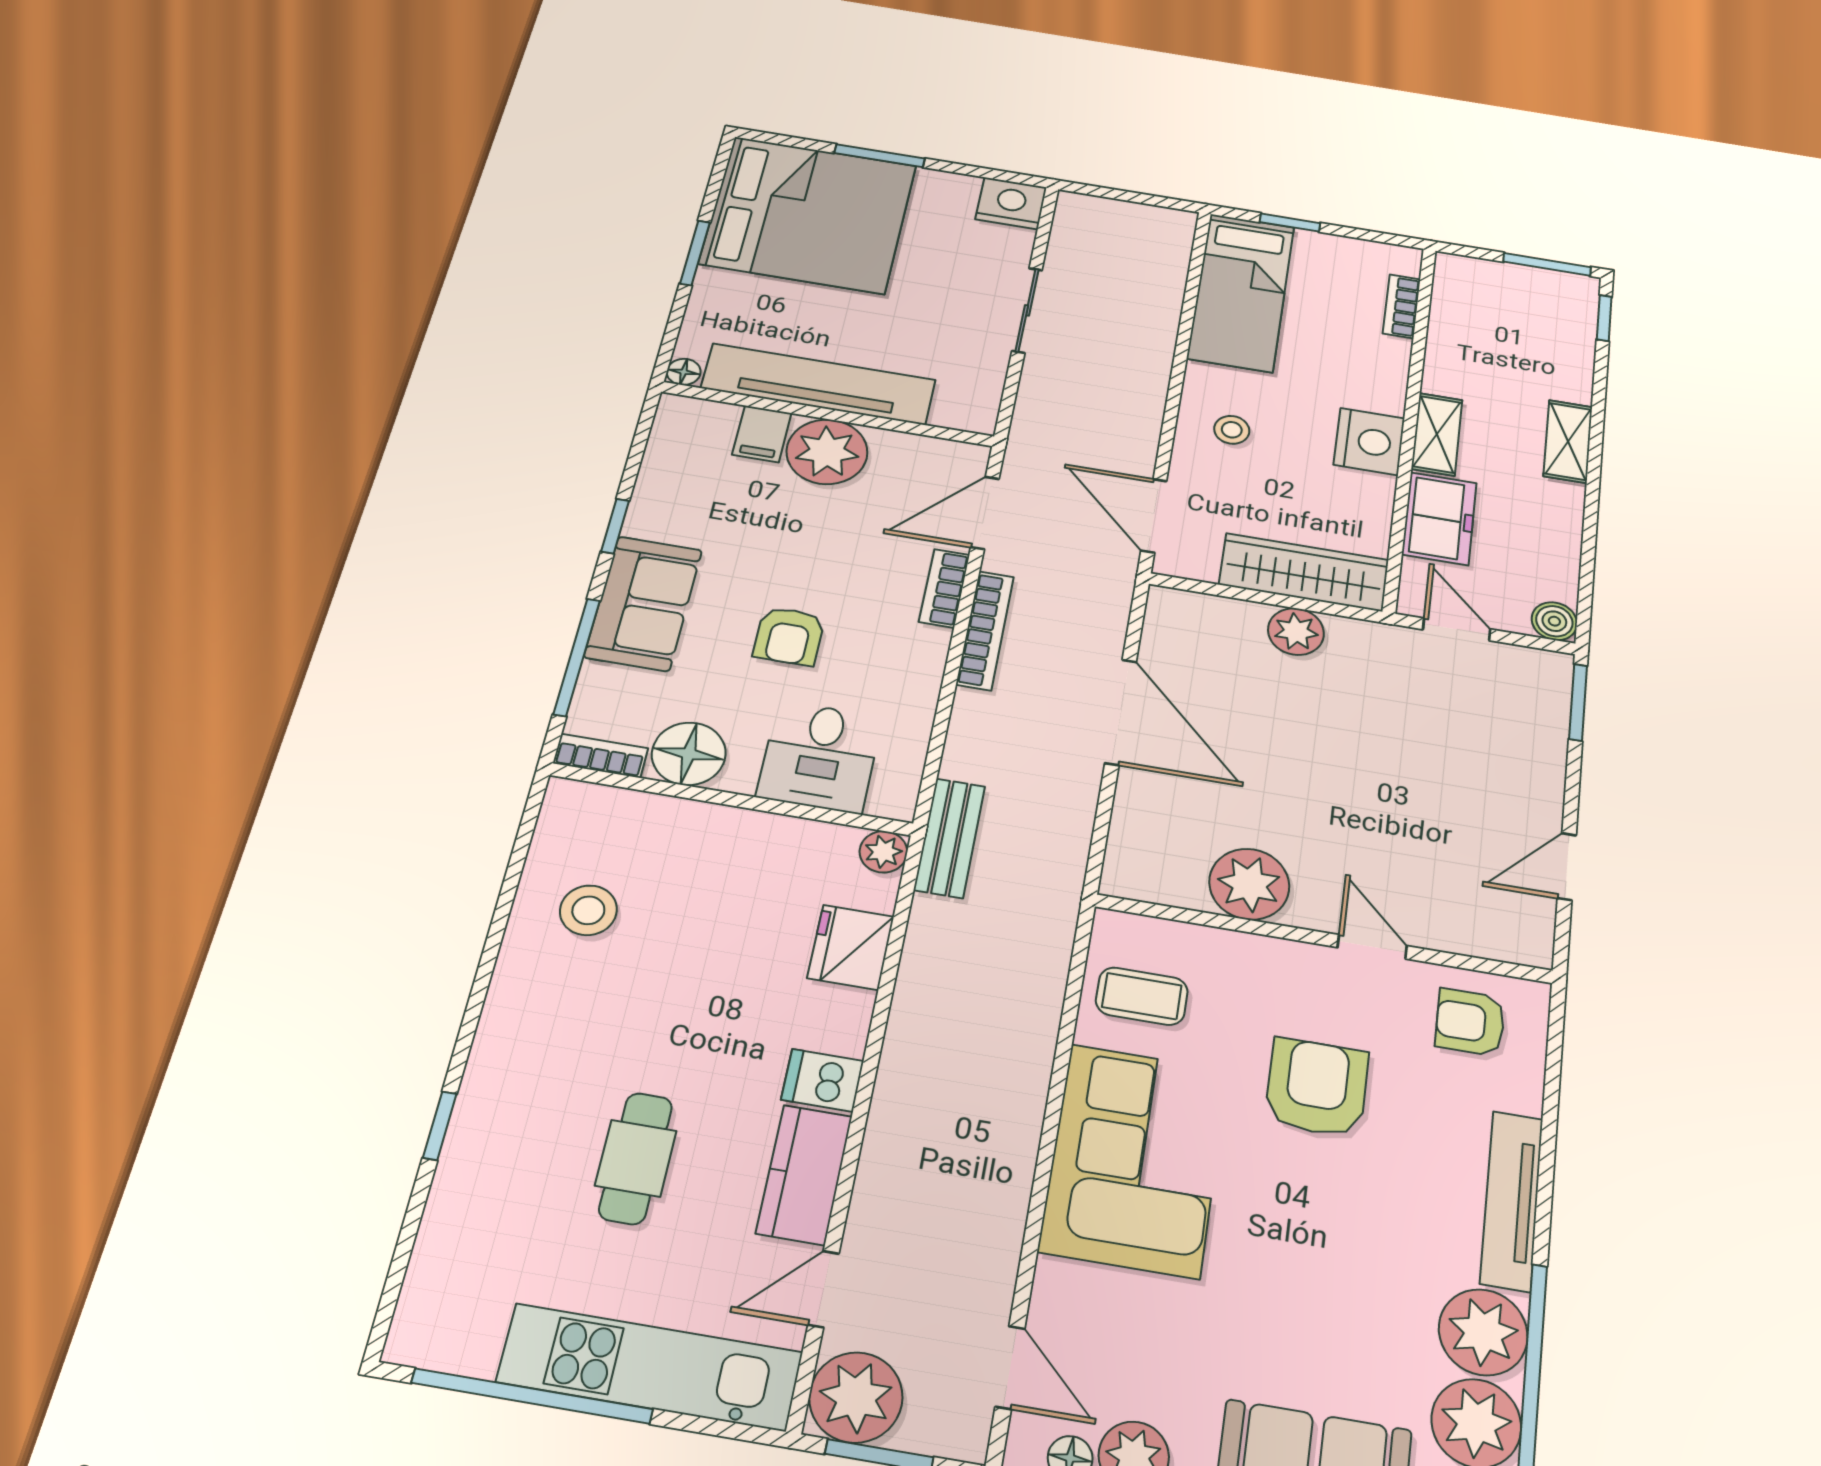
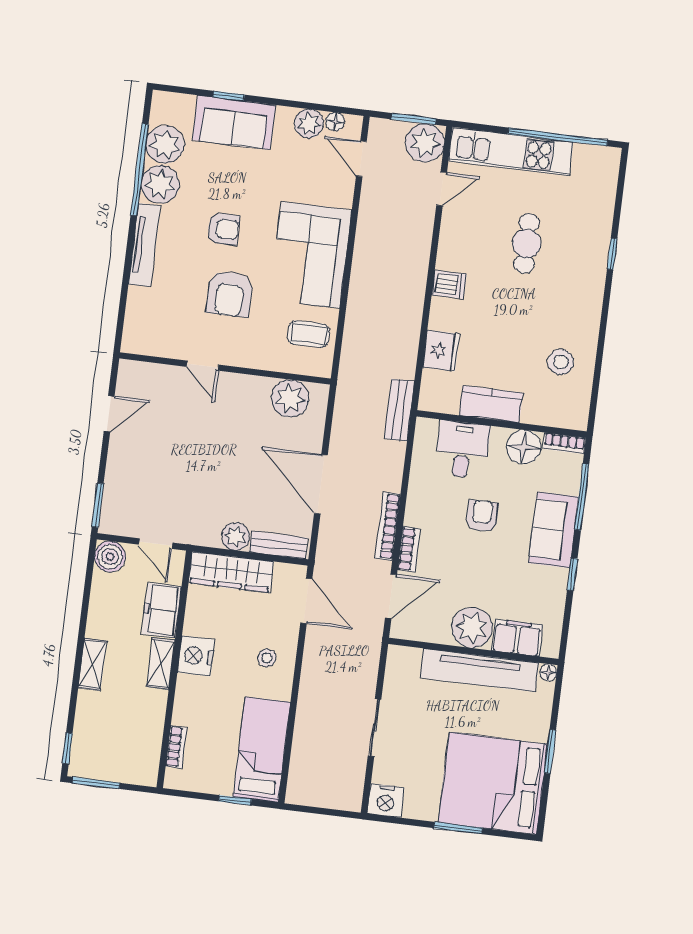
filing cabinet: (762, 434) -> (517, 638), width x2.00
bench: (1209, 612) -> (279, 545), added
boiler: (1554, 621) -> (110, 557), width x1.36, depth x1.36
plant: (883, 852) -> (429, 401), removed
plant: (1249, 884) -> (290, 398), moved
armchair: (1470, 1022) -> (223, 229), moved
kitchen counter: (804, 1174) -> (491, 404), moved, turned -90

